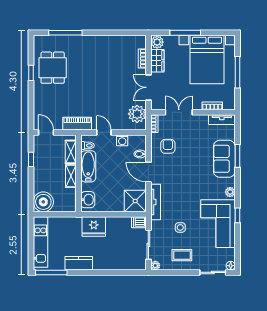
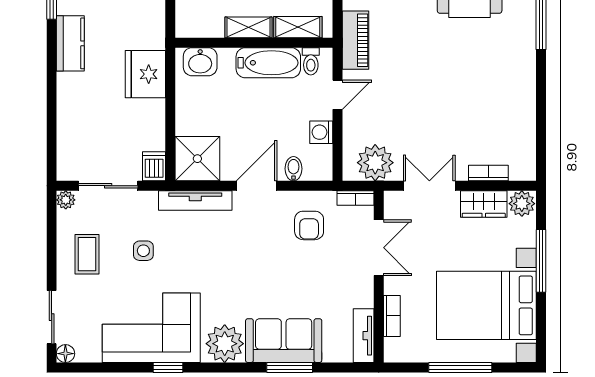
armchair: (168, 146) -> (309, 225), turned 90
plant: (230, 192) -> (225, 344), width x1.87, depth x1.87

